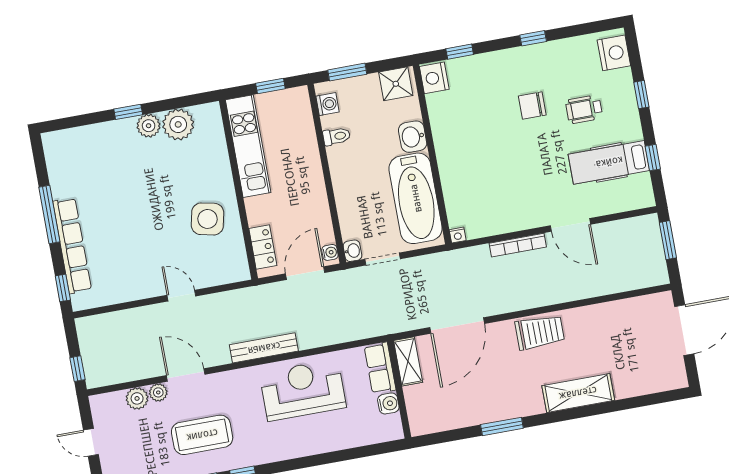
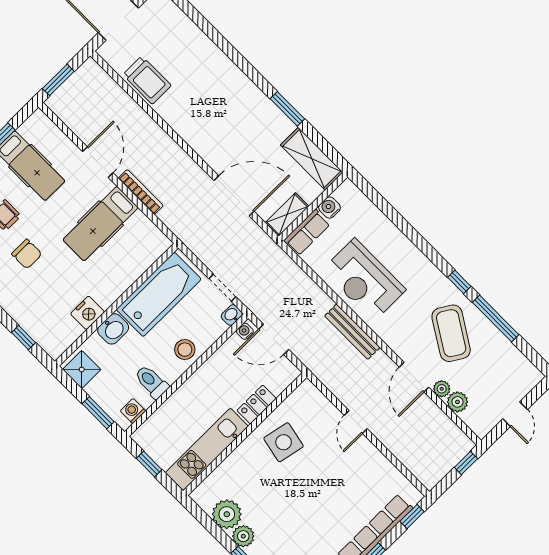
nightstand: (434, 78) -> (88, 313), moved
toilet: (337, 136) -> (151, 382), width x1.37, depth x1.39
stool: (350, 188) -> (185, 350), added
hospital bed: (514, 190) -> (101, 224), added
nightstand: (458, 235) -> (165, 243), removed
locker: (263, 247) -> (257, 404), moved
trolley: (540, 332) -> (147, 80), moved, turned 180
shelving: (578, 393) -> (312, 159), moved
coffee table: (202, 435) -> (451, 333), turned 32

